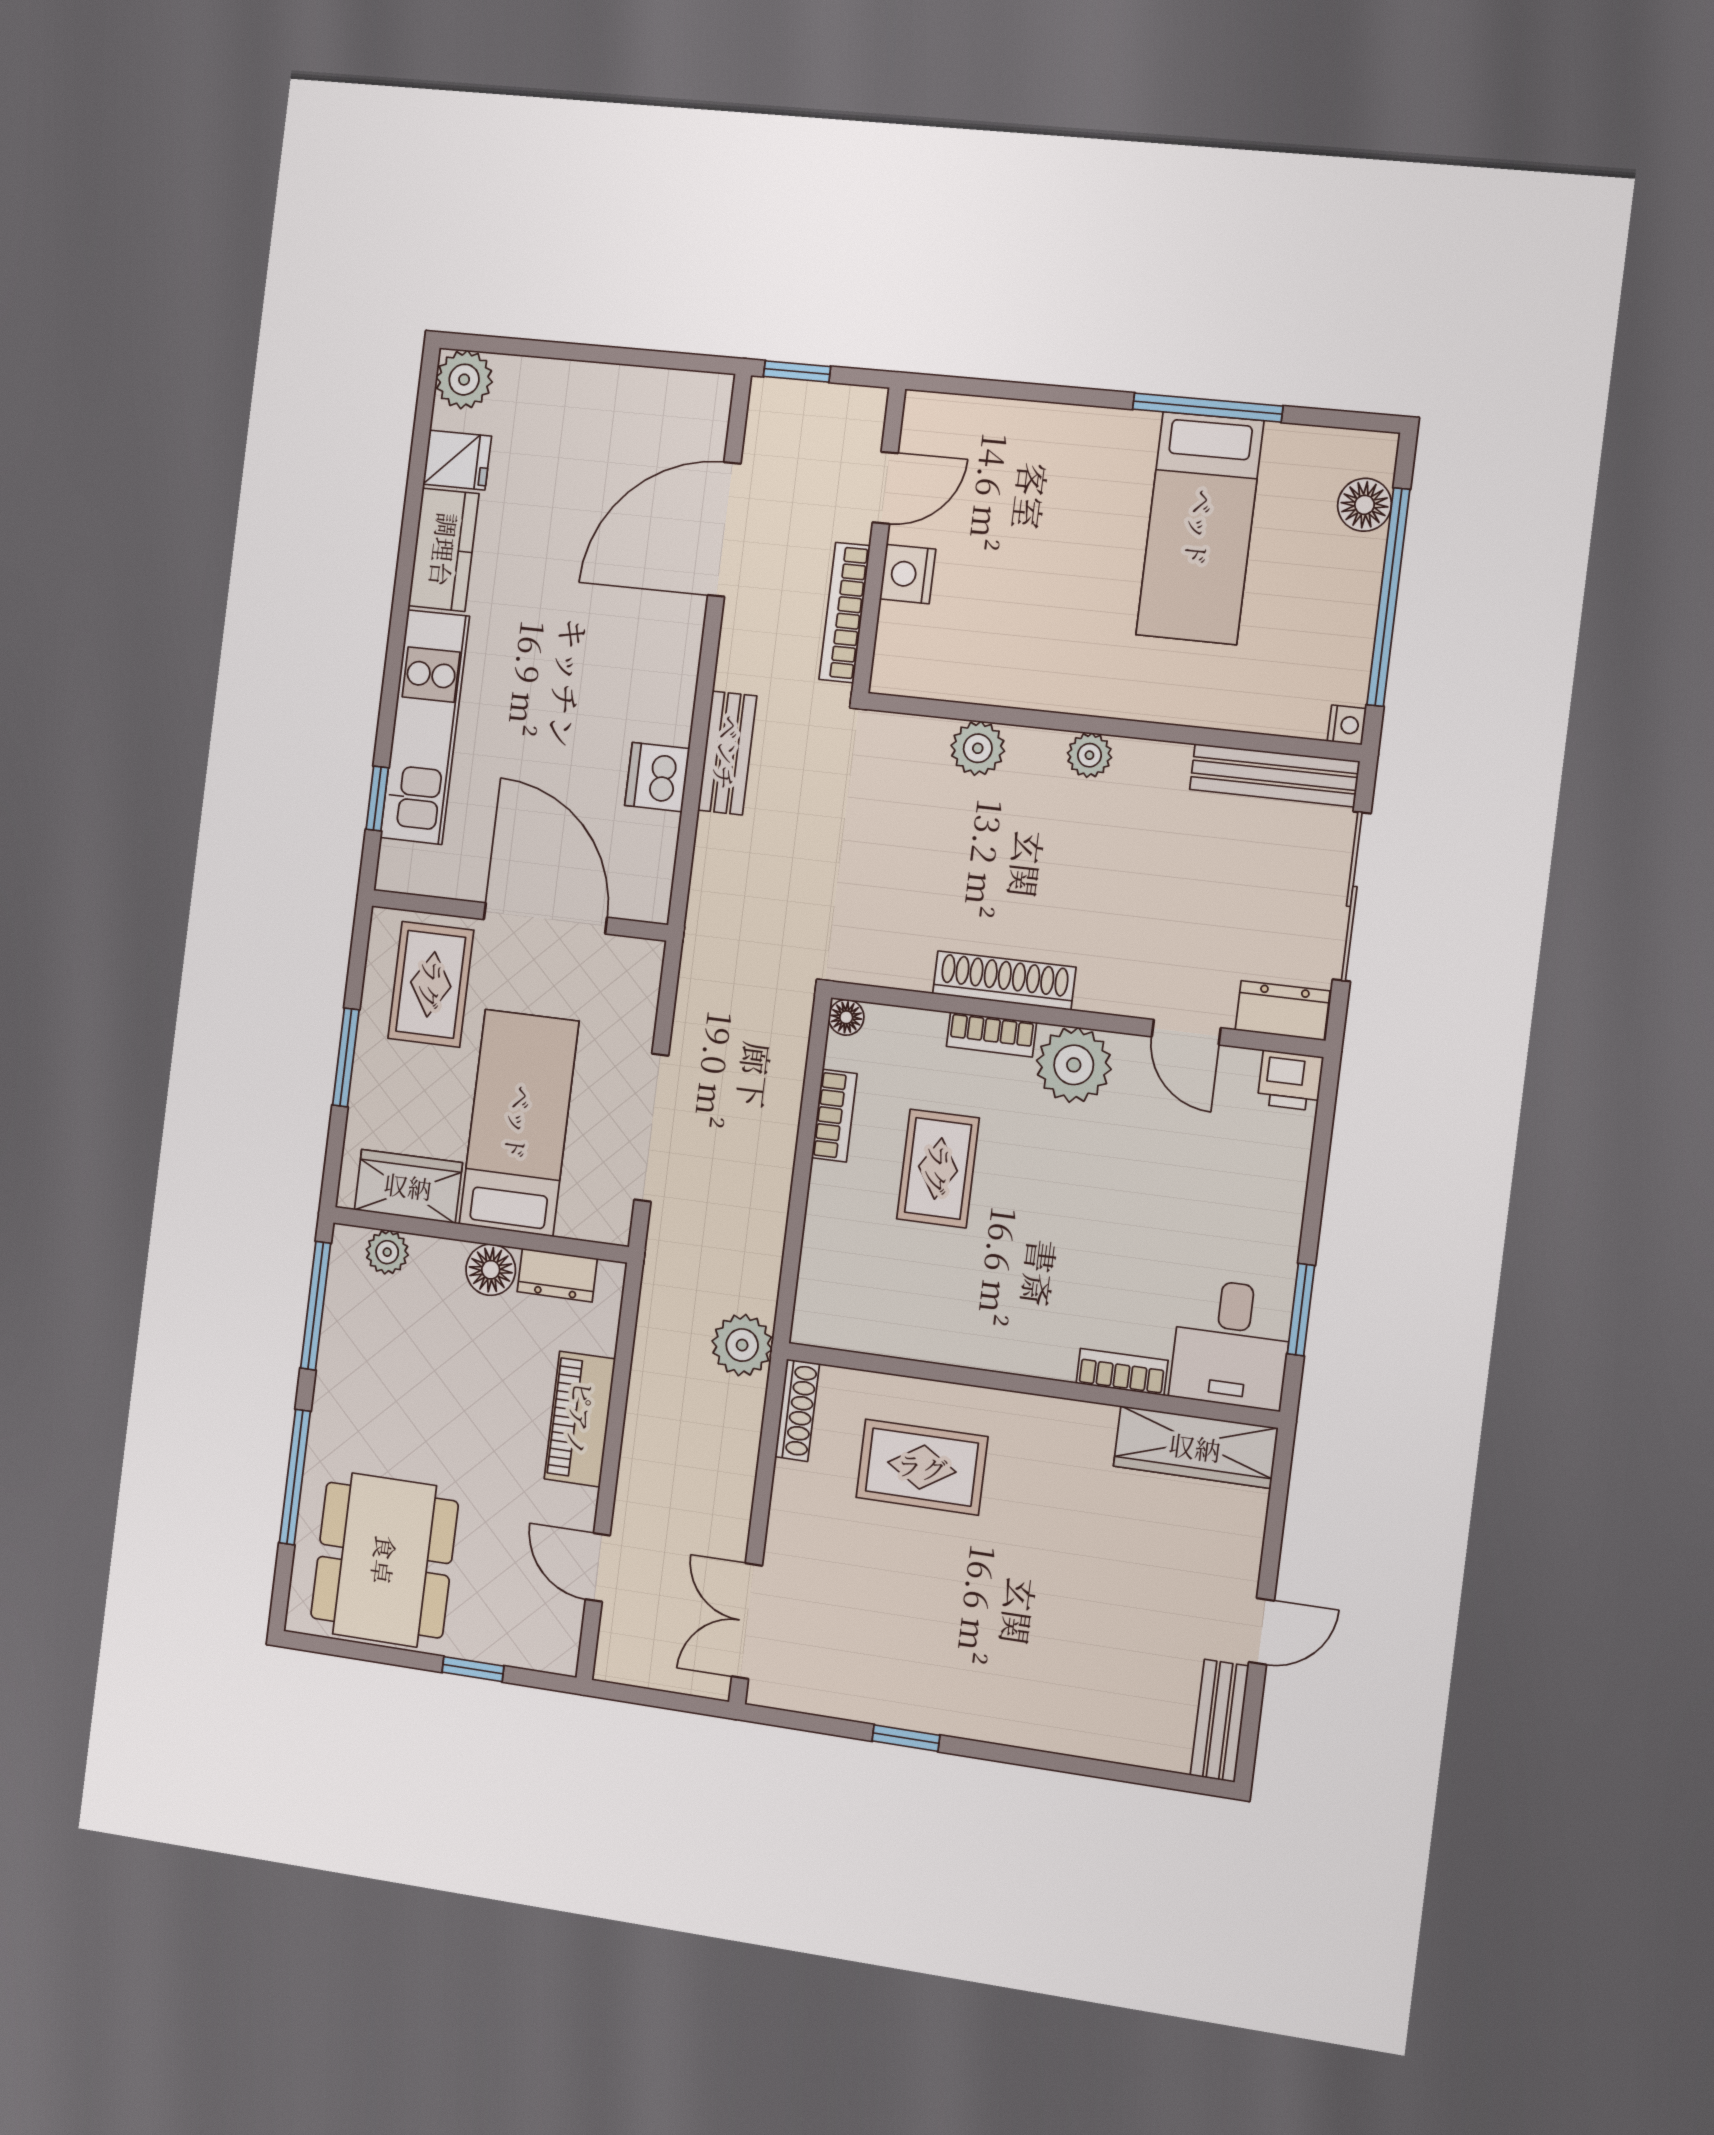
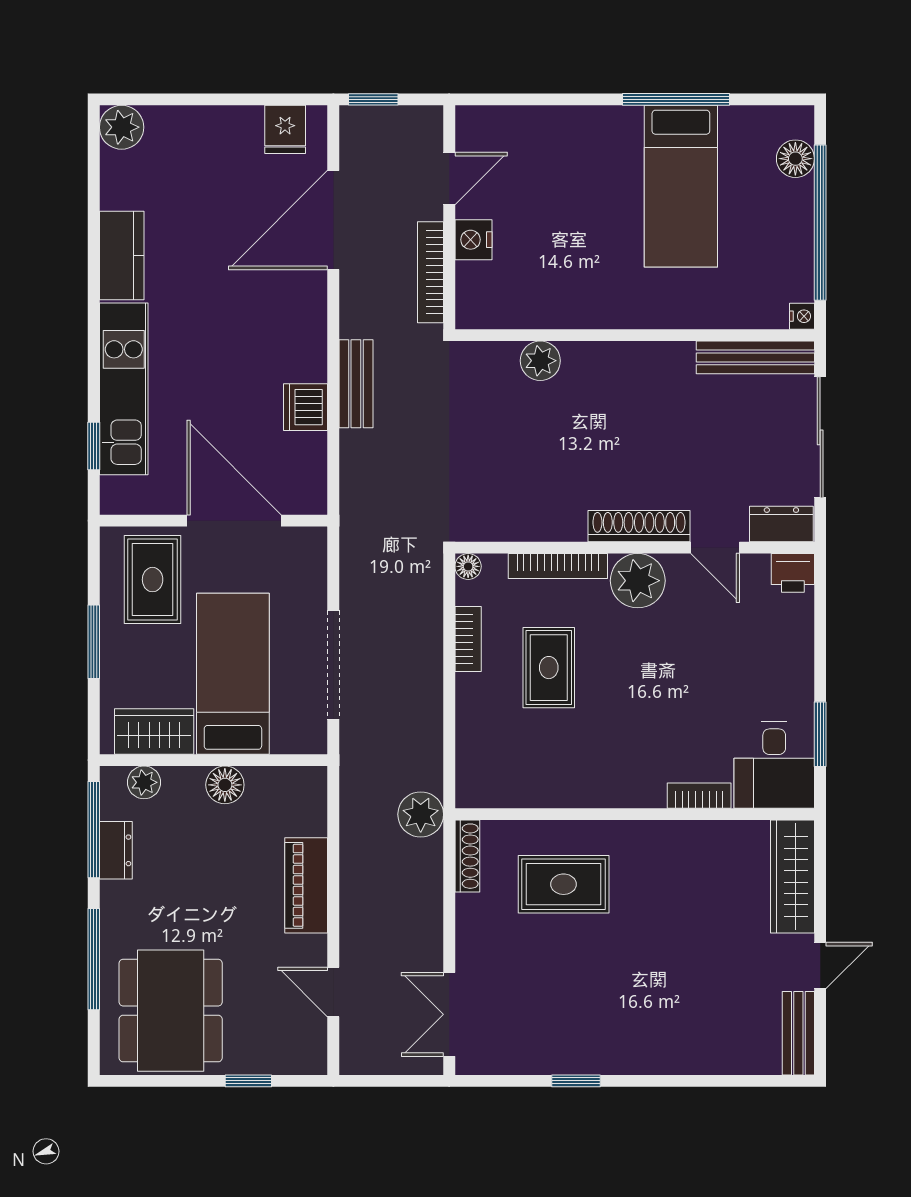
fridge: (457, 460) -> (285, 129), moved, turned 90
plant: (1089, 755) -> (622, 357), removed
shoe rack: (1004, 980) -> (639, 526), moved
bookcase: (991, 1034) -> (558, 566), width x1.56
dresser: (557, 1275) -> (116, 850), moved, turned -90
wardrobe: (1195, 1447) -> (792, 877), moved, turned 90

